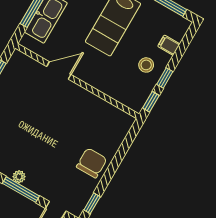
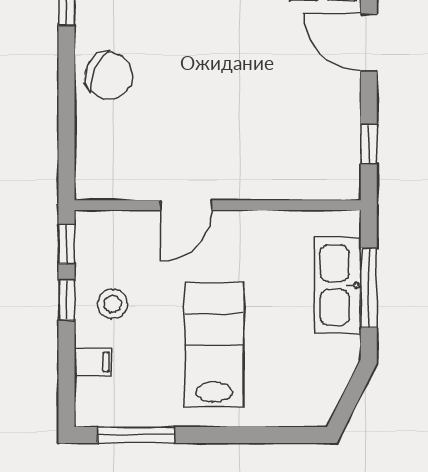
door: (59, 70) -> (186, 205), moved
chair: (92, 163) -> (108, 76), turned -66

